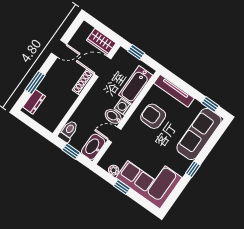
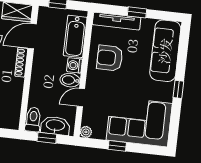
window: (210, 104) -> (137, 12), moved
washbasin: (93, 147) -> (55, 126), moved, turned 90
plant: (114, 170) -> (86, 132), moved

